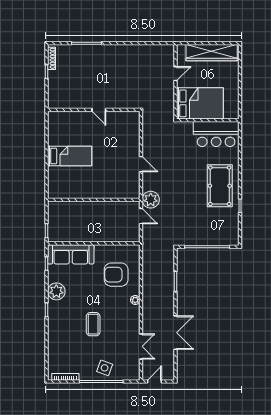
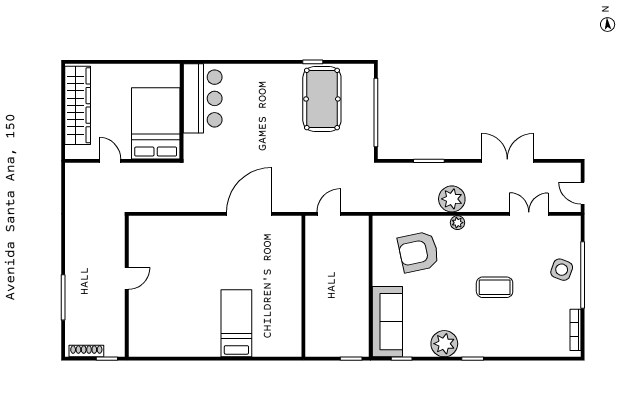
wall: (94, 110) -> (127, 286), moved
door: (99, 110) -> (127, 278), moved
door: (141, 164) -> (249, 214), width x1.87
pool table: (220, 186) -> (322, 99), moved, turned 90
plant: (151, 200) -> (452, 199), moved
armchair: (116, 275) -> (418, 252), turned 78

